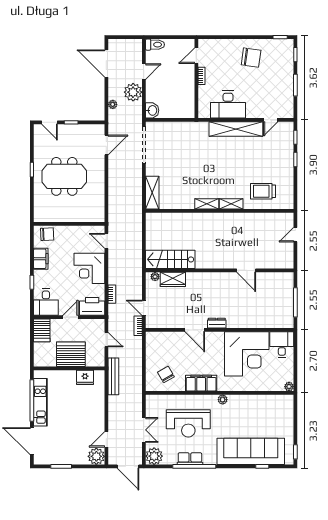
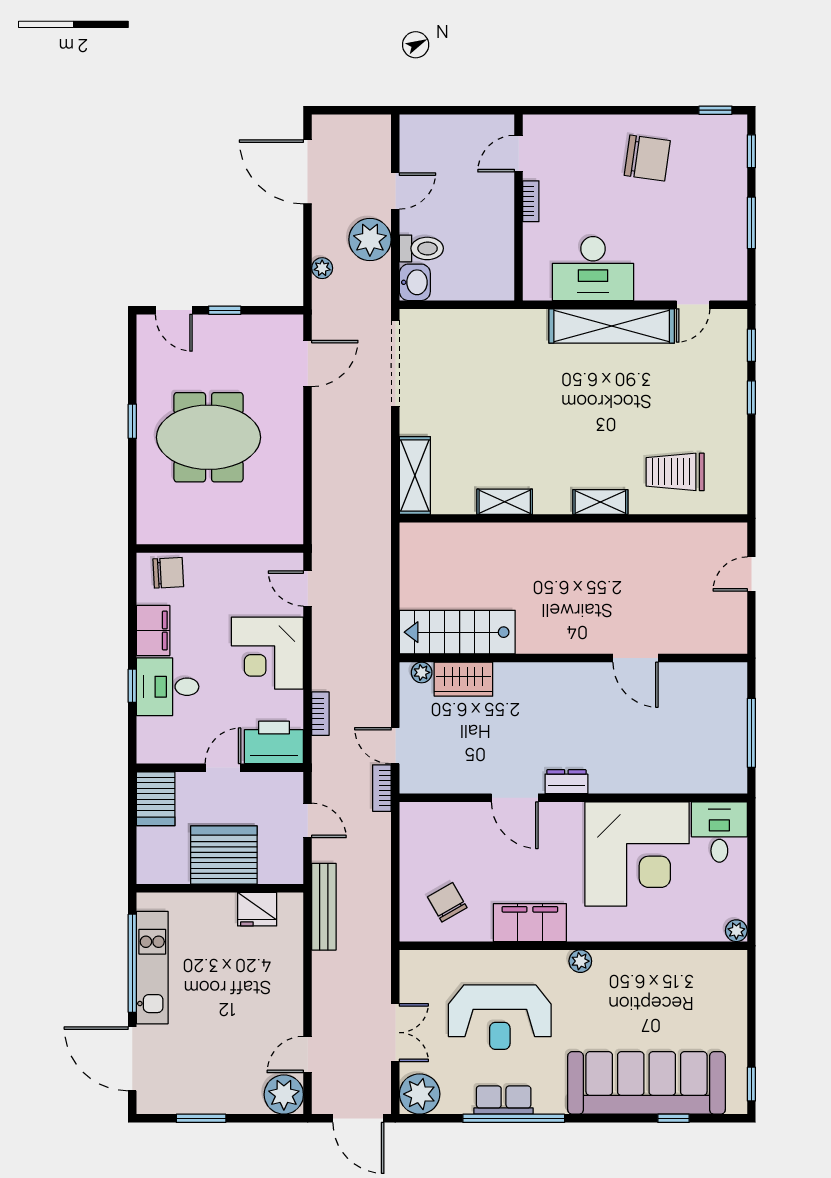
toilet: (155, 45) -> (421, 248), moved
shelving: (207, 204) -> (505, 502), moved
desk: (46, 302) -> (168, 687), moved, turned 90

